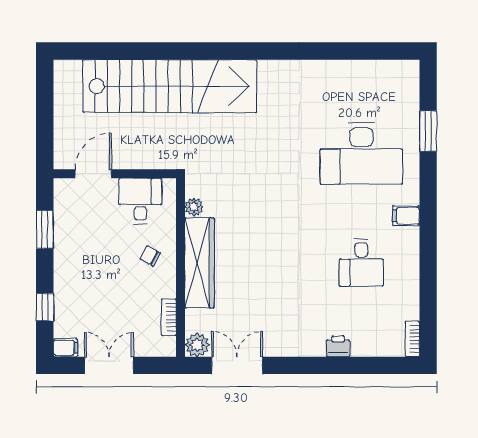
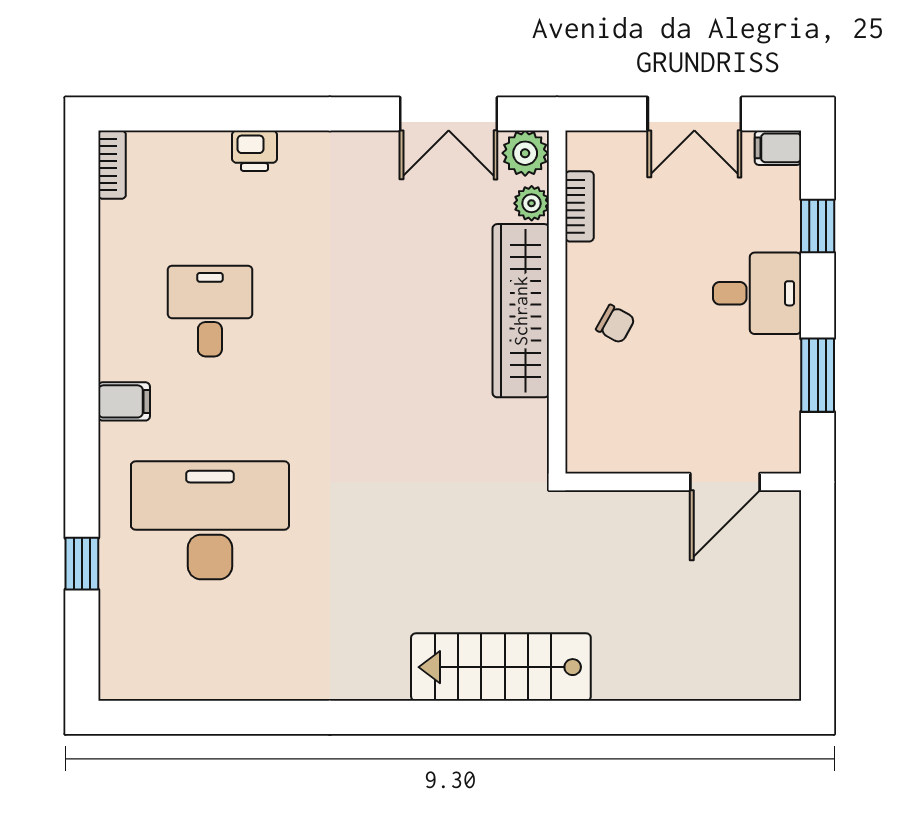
stairs: (170, 86) -> (501, 667), width x0.54, depth x0.66
window: (428, 131) -> (82, 564), width x0.67
desk: (140, 201) -> (757, 293), moved, turned -90
plant: (194, 207) -> (532, 203), moved

